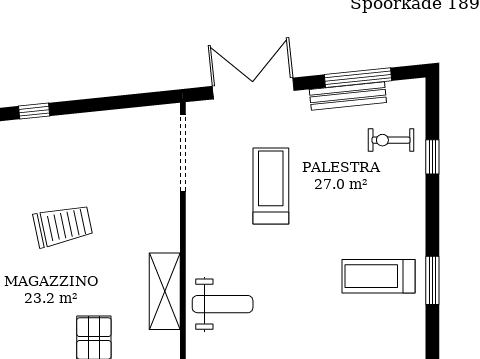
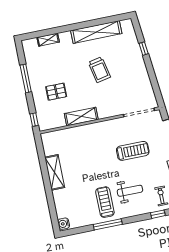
window: (432, 280) -> (108, 224), width x1.44
weight bench: (223, 304) -> (130, 191), moved, turned -90

